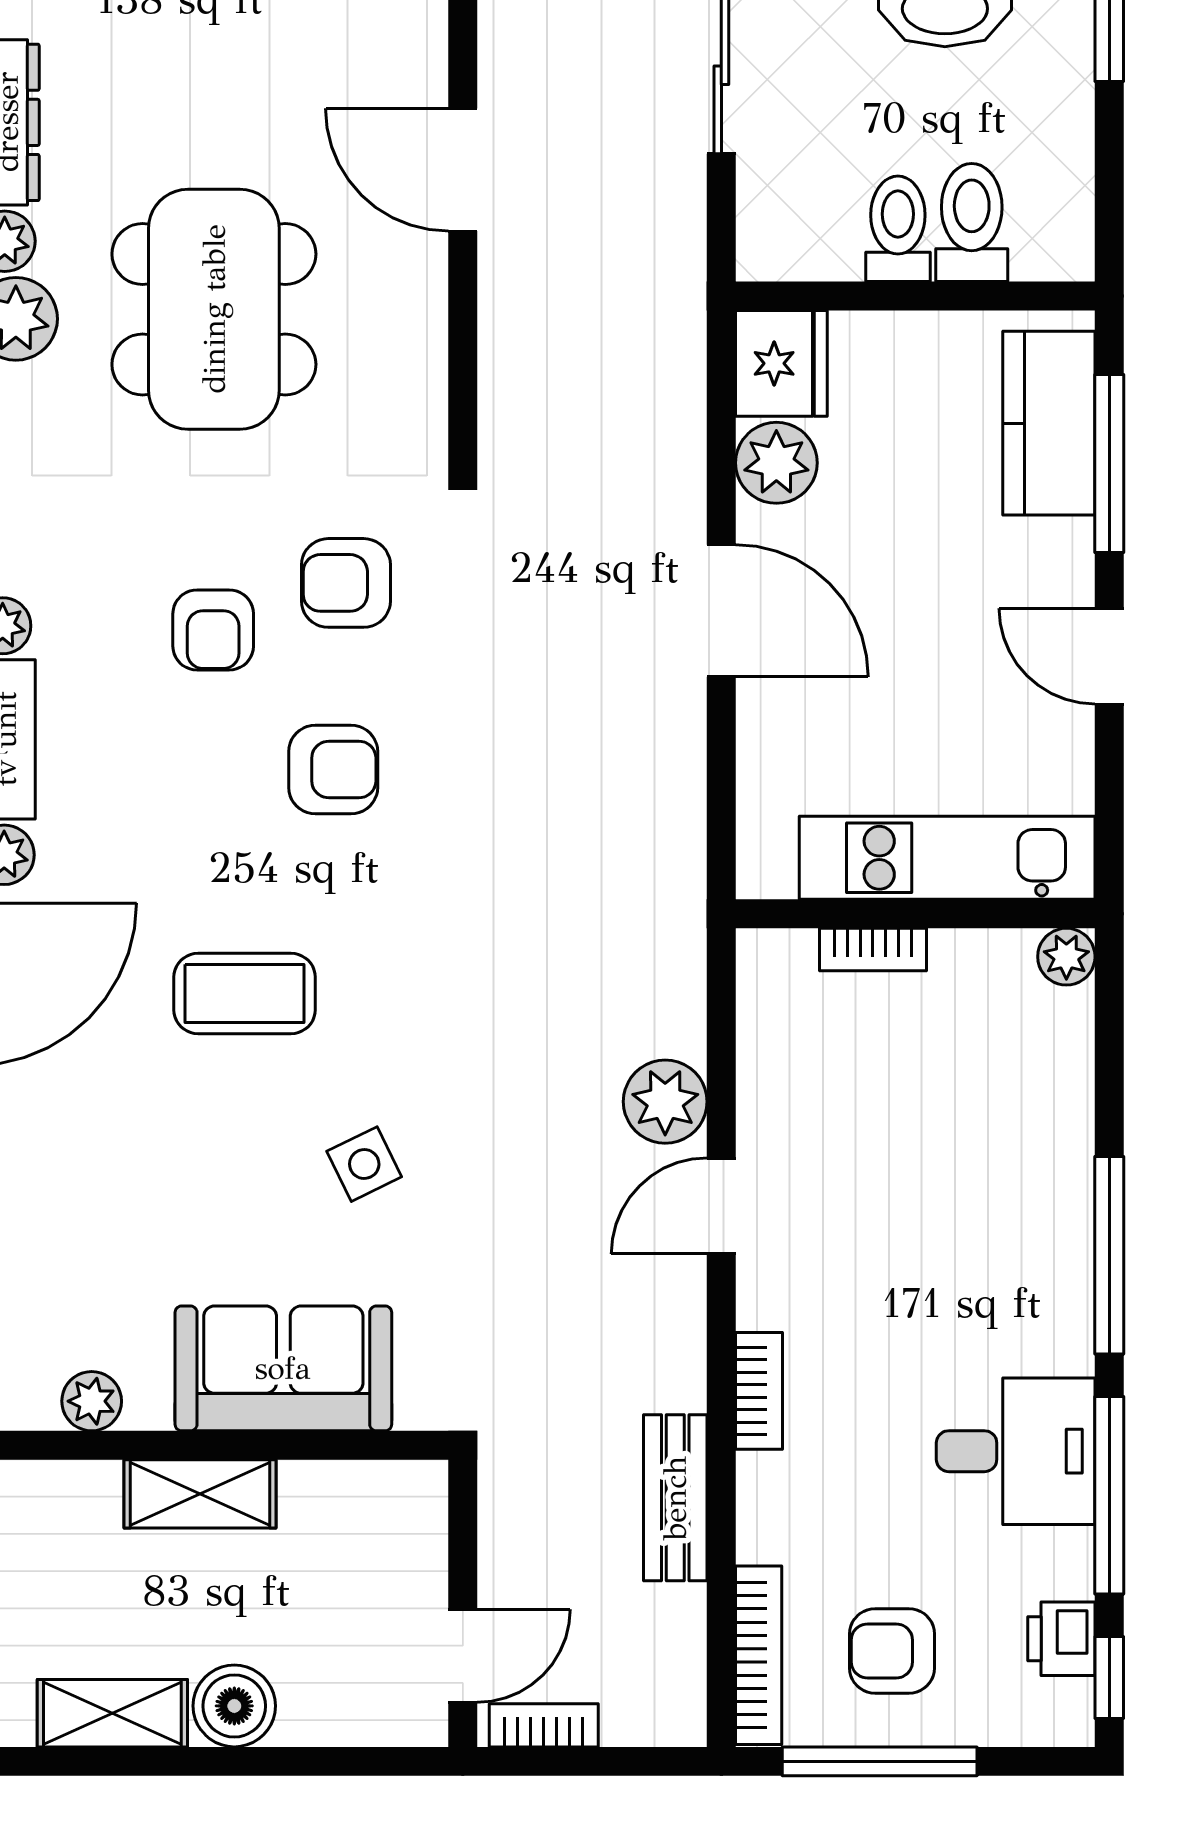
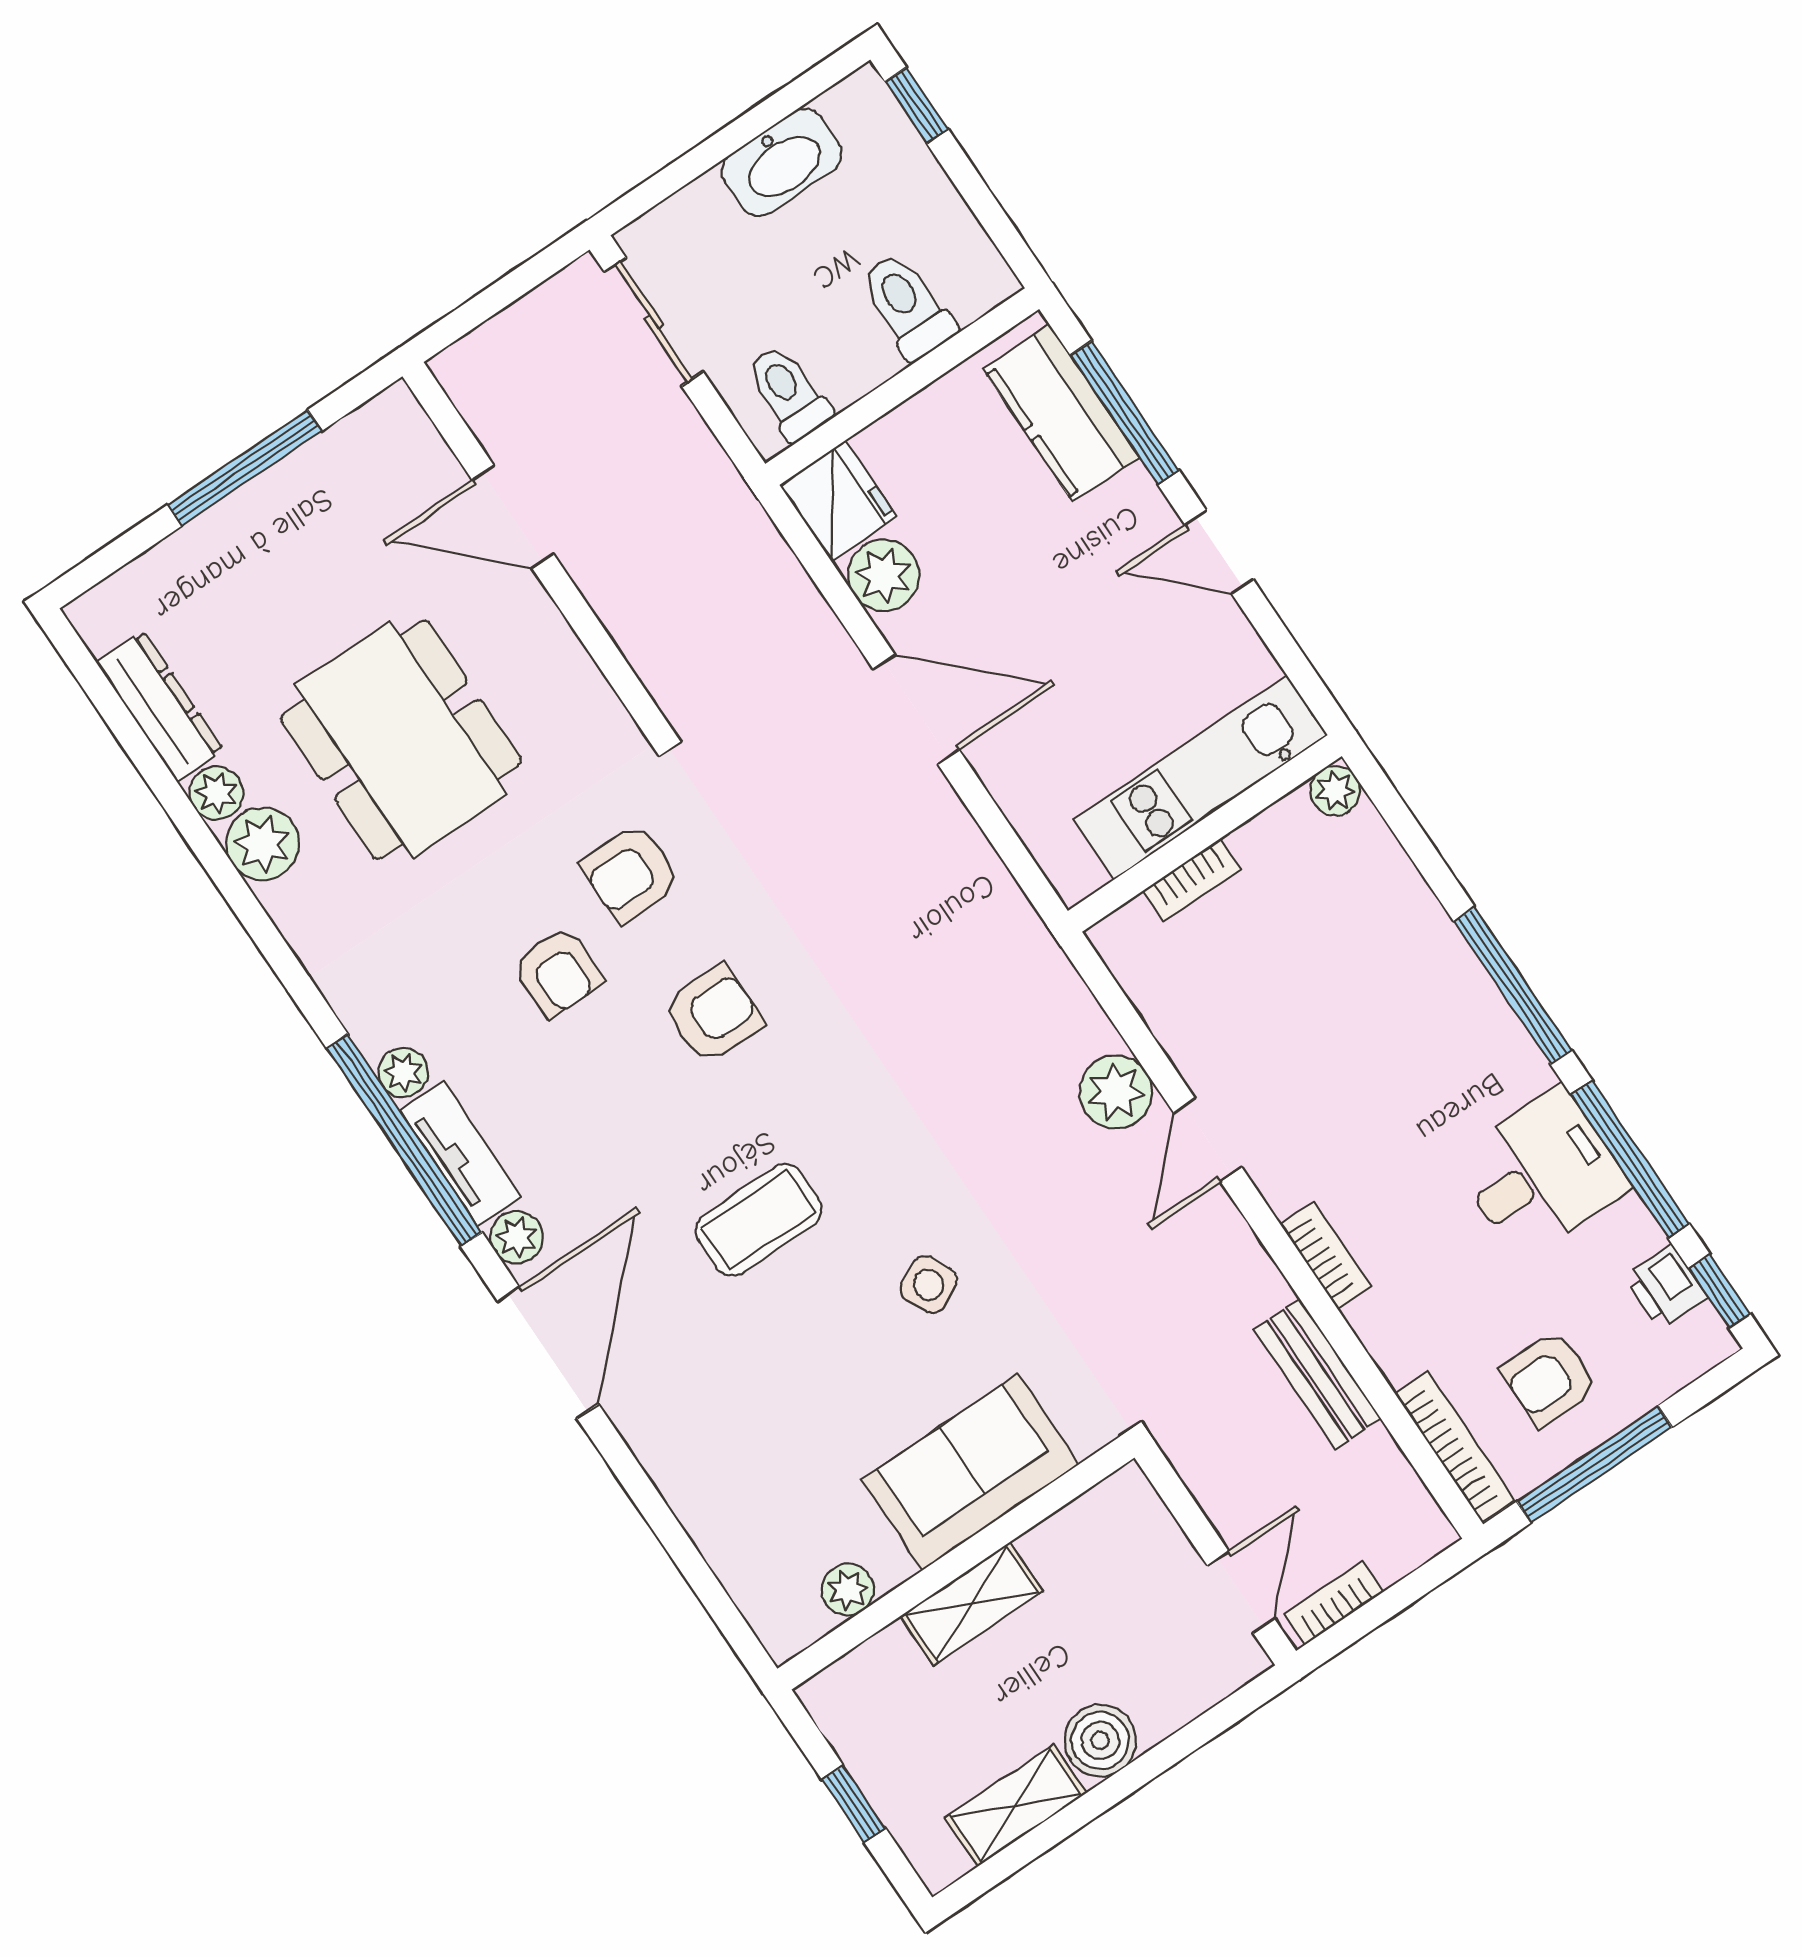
toilet: (898, 229) -> (788, 393), moved

